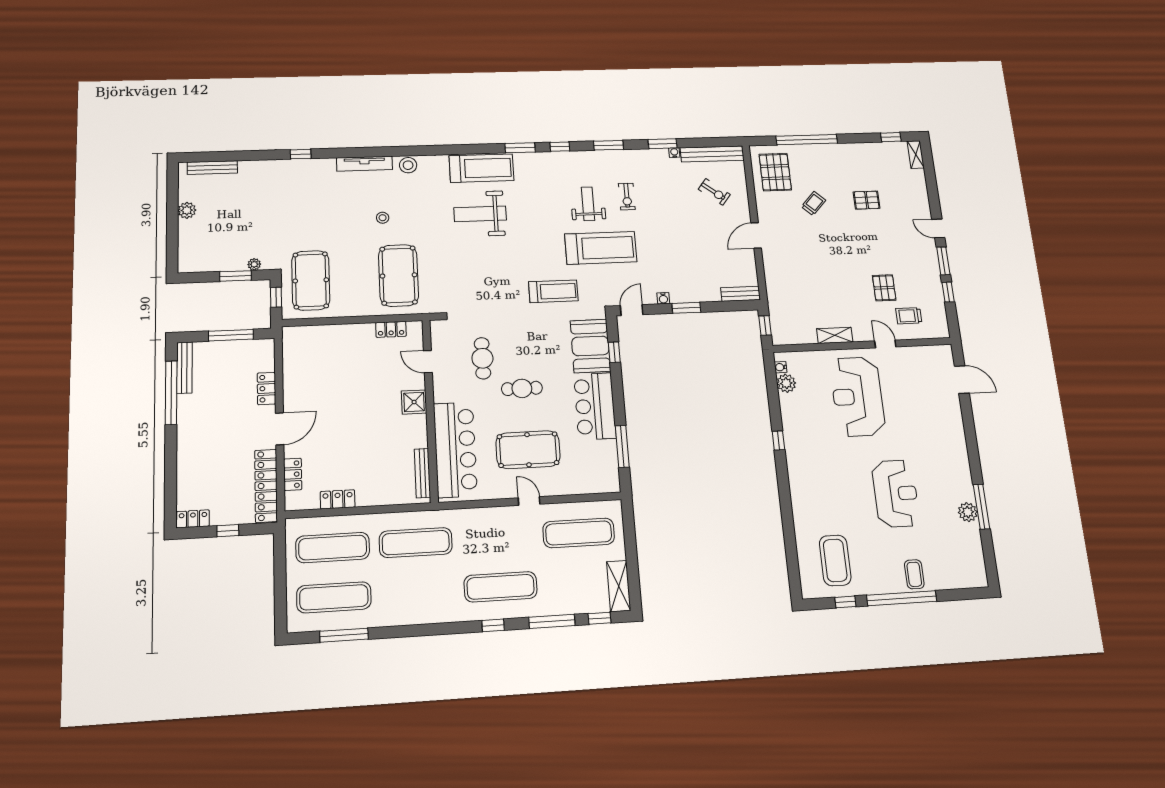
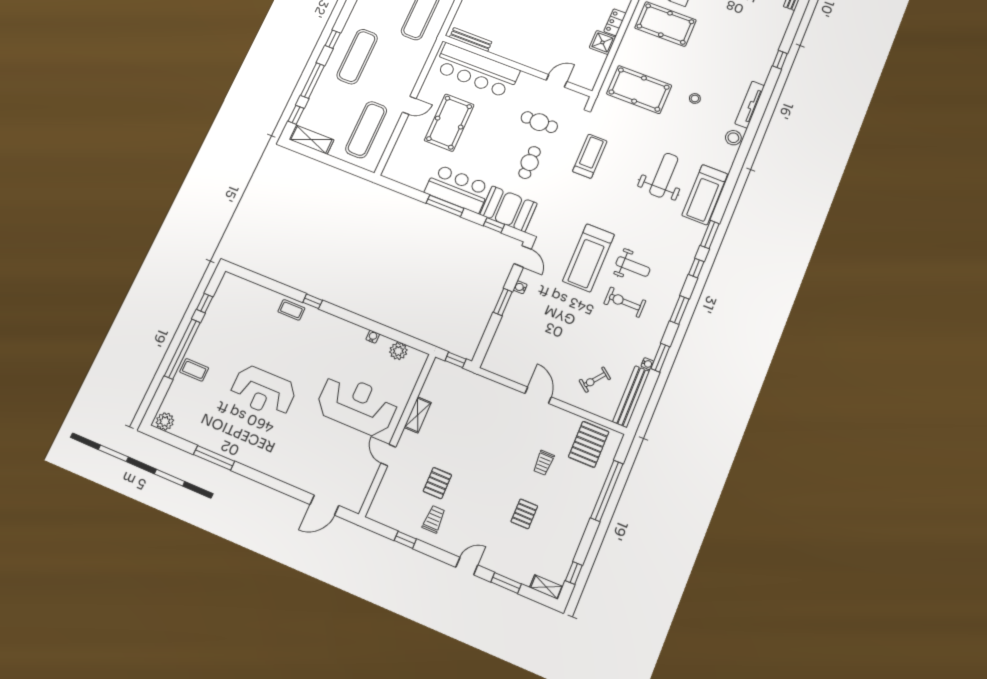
pallet: (775, 172) -> (589, 444), turned 90
exercise bike: (627, 197) -> (625, 302), width x1.38, depth x1.39
trolley: (813, 203) -> (544, 463), turned 47
window: (943, 261) -> (506, 583), moved
pallet: (884, 288) -> (437, 483), turned 90
treadmill: (553, 291) -> (590, 156), moved, turned 180
bench: (740, 294) -> (493, 354), removed
trolley: (909, 316) -> (434, 519), moved
locker: (391, 329) -> (615, 22), moved
door: (885, 344) -> (388, 455), swing flipped
water cooler: (781, 367) -> (373, 337), moved
cafe table: (522, 388) -> (530, 163), moved
shower: (414, 402) -> (602, 42), moved
window: (778, 441) -> (313, 301), moved
window: (622, 446) -> (445, 206), moved
plant: (968, 512) -> (165, 421), moved
coffee table: (835, 560) -> (291, 310), moved, width x0.54, depth x0.58

